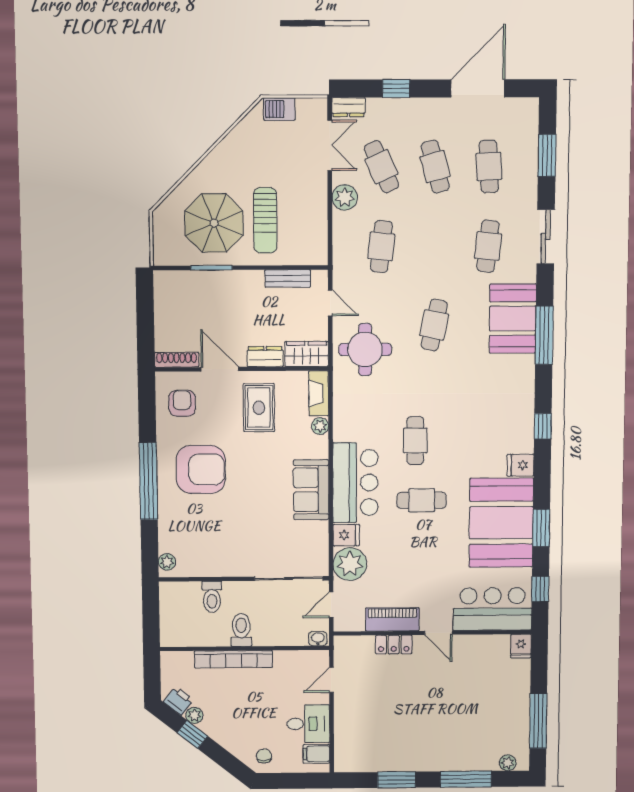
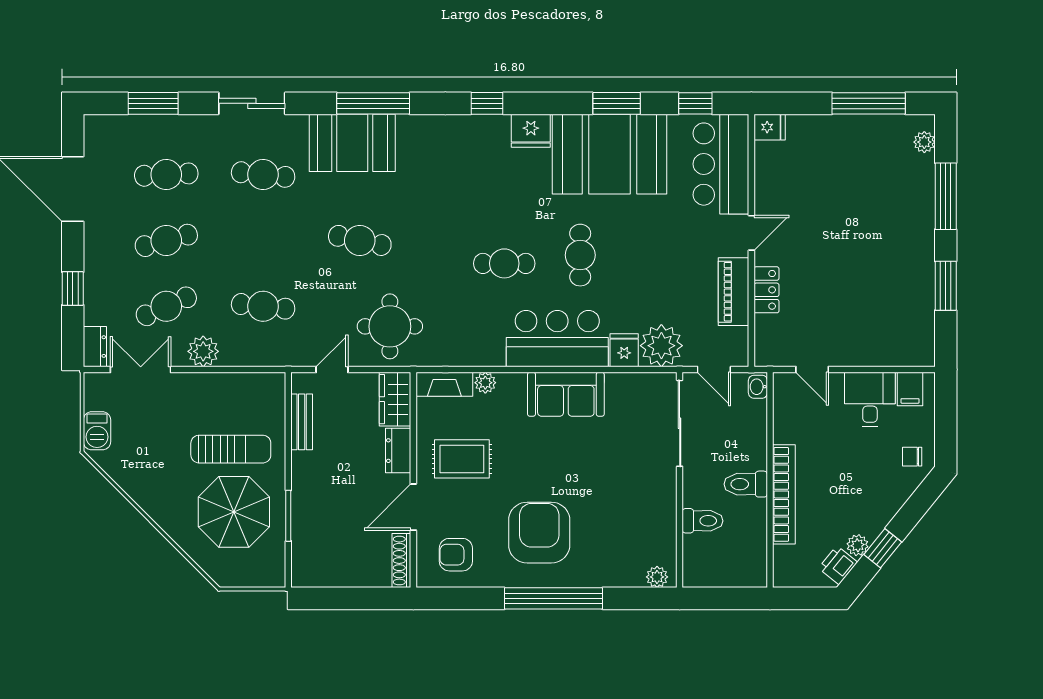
fridge: (521, 465) -> (531, 131), width x1.38

